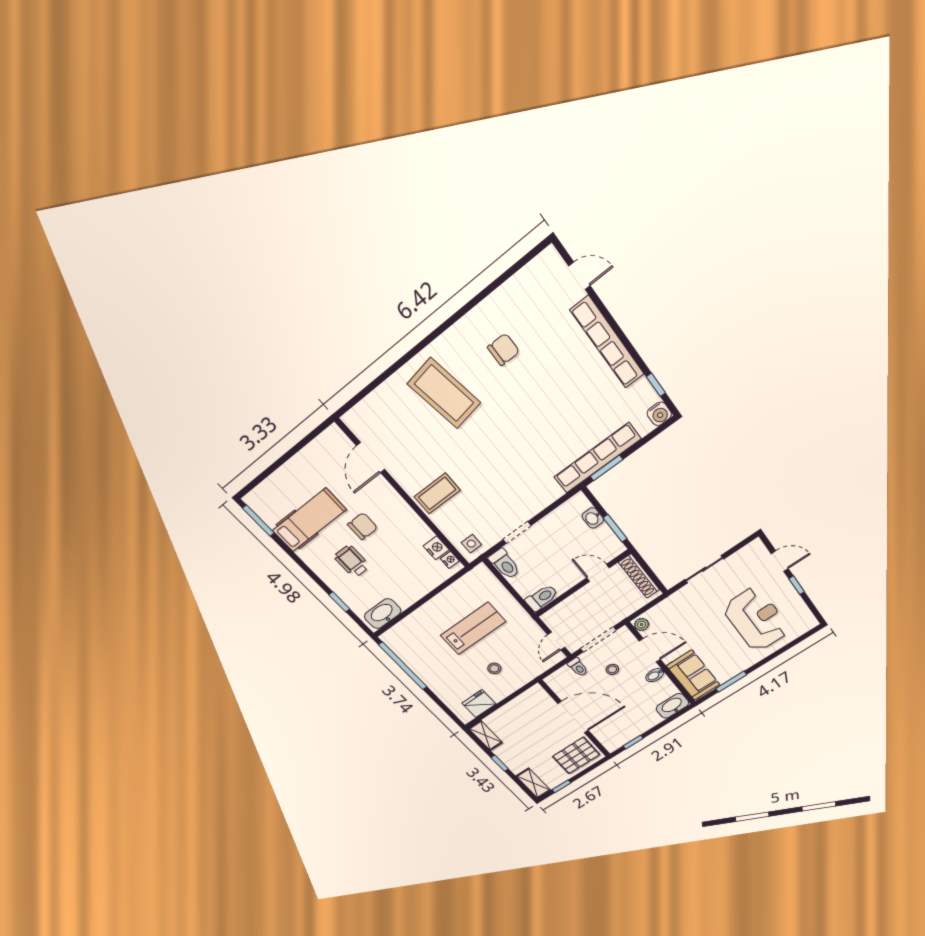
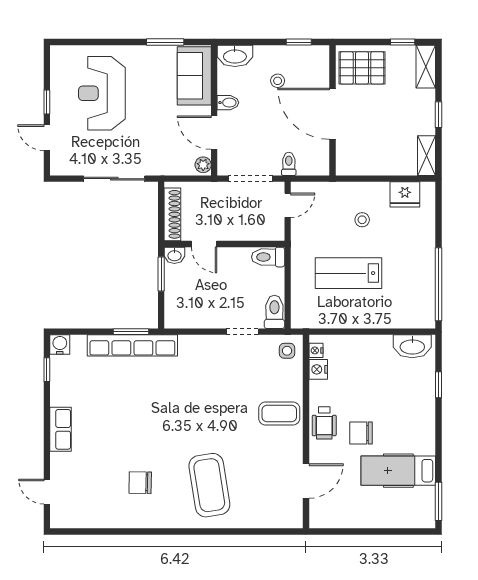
row of seats: (607, 342) -> (61, 429), width x0.50
washbasin: (593, 518) -> (174, 255), moved, turned 90
wheelchair: (352, 561) -> (324, 423), moved
sliding door: (704, 569) -> (114, 179), width x1.37
stool: (612, 669) -> (278, 81), moved

